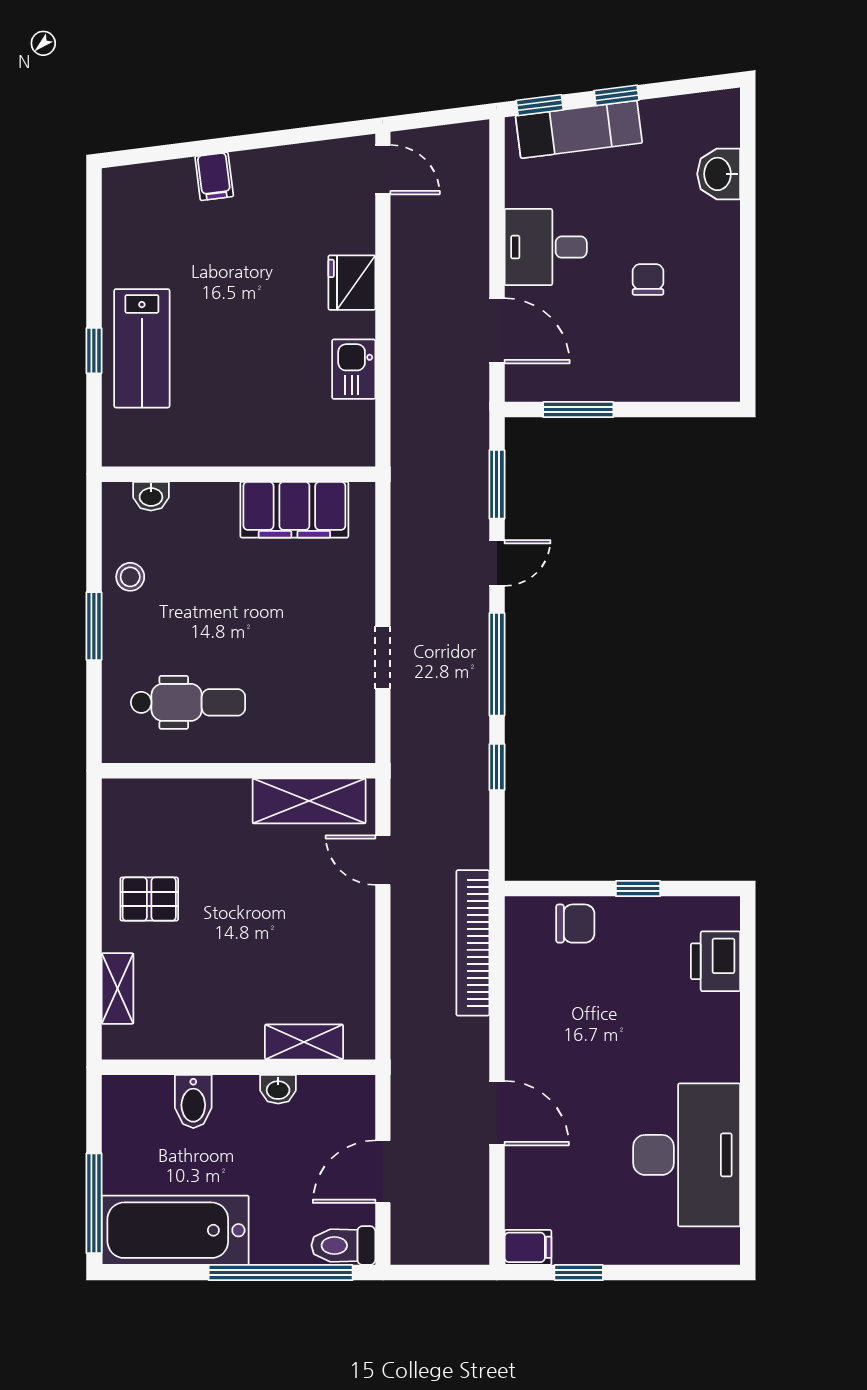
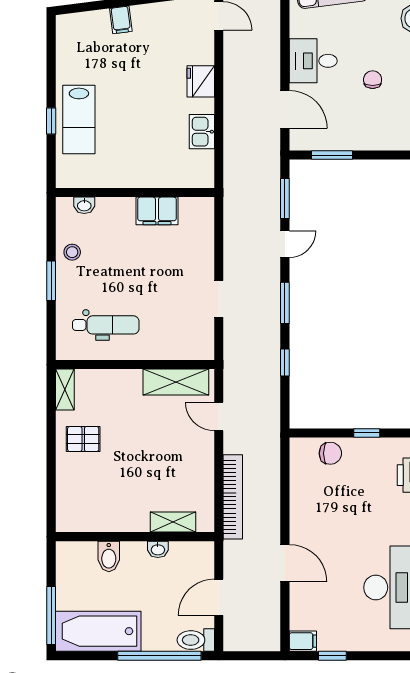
filing cabinet: (294, 510) -> (157, 211), width x0.67, depth x0.86
window: (497, 664) -> (285, 303), width x0.69
bookcase: (473, 943) -> (233, 497), moved, turned 180
shelving: (117, 988) -> (65, 390), moved

